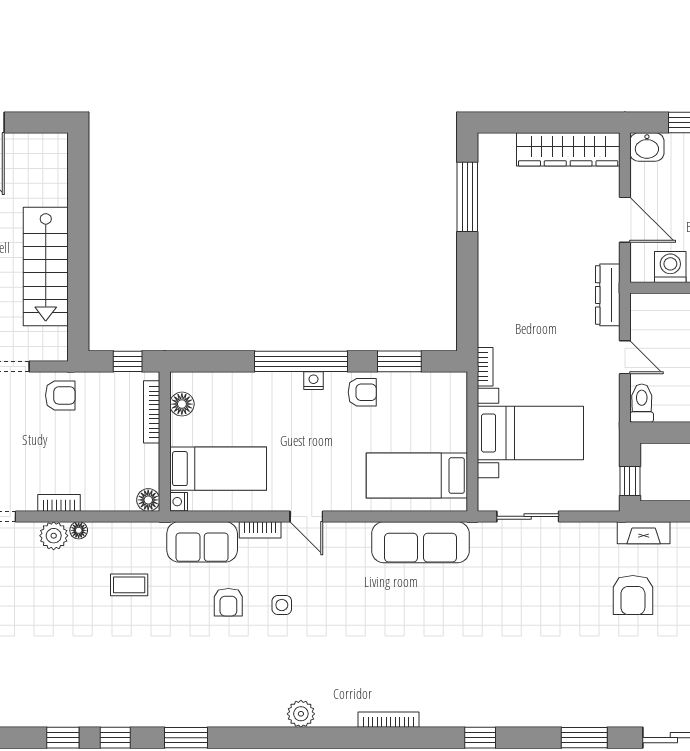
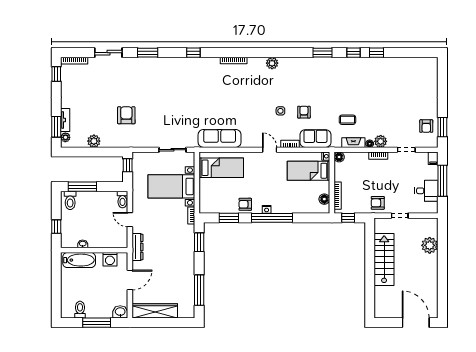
door: (625, 220) -> (130, 280), swing flipped
window: (467, 306) -> (199, 242), added
fireplace: (644, 533) -> (353, 143), moved

